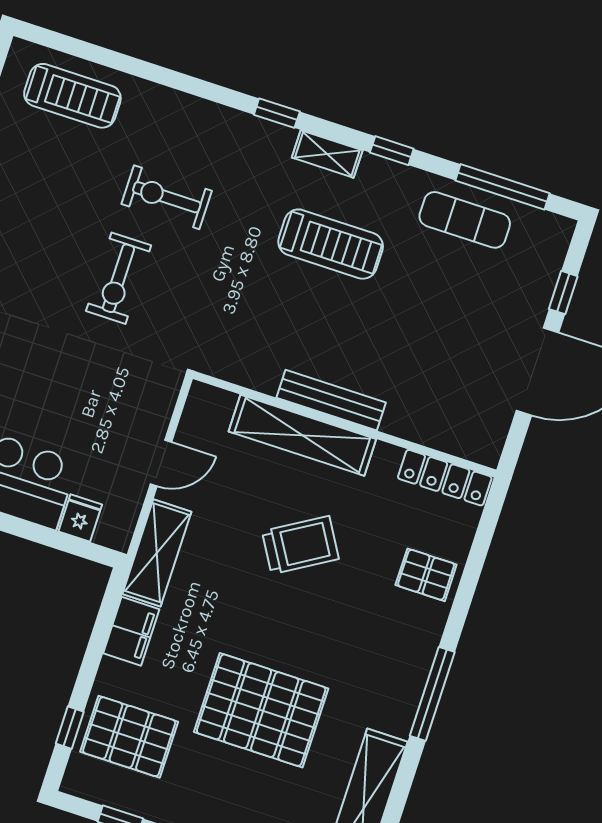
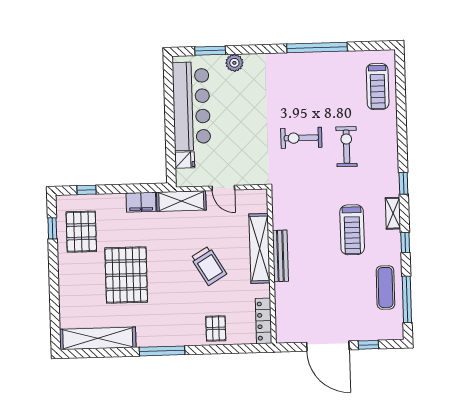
pallet: (129, 737) -> (81, 232), moved

